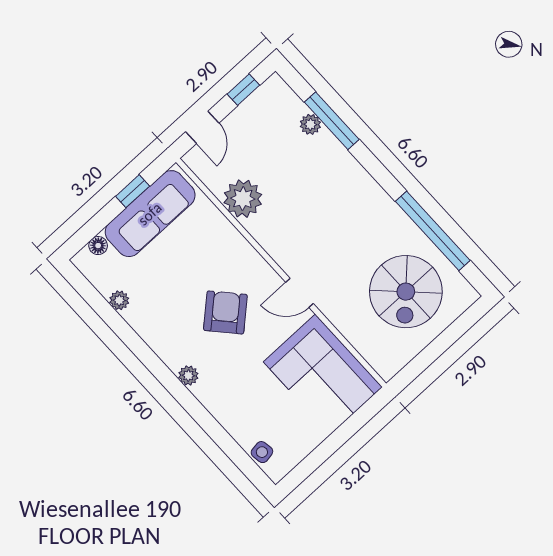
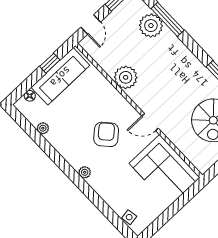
plant: (310, 124) -> (151, 26), width x1.88, depth x1.88
plant: (243, 199) -> (126, 77), moved

